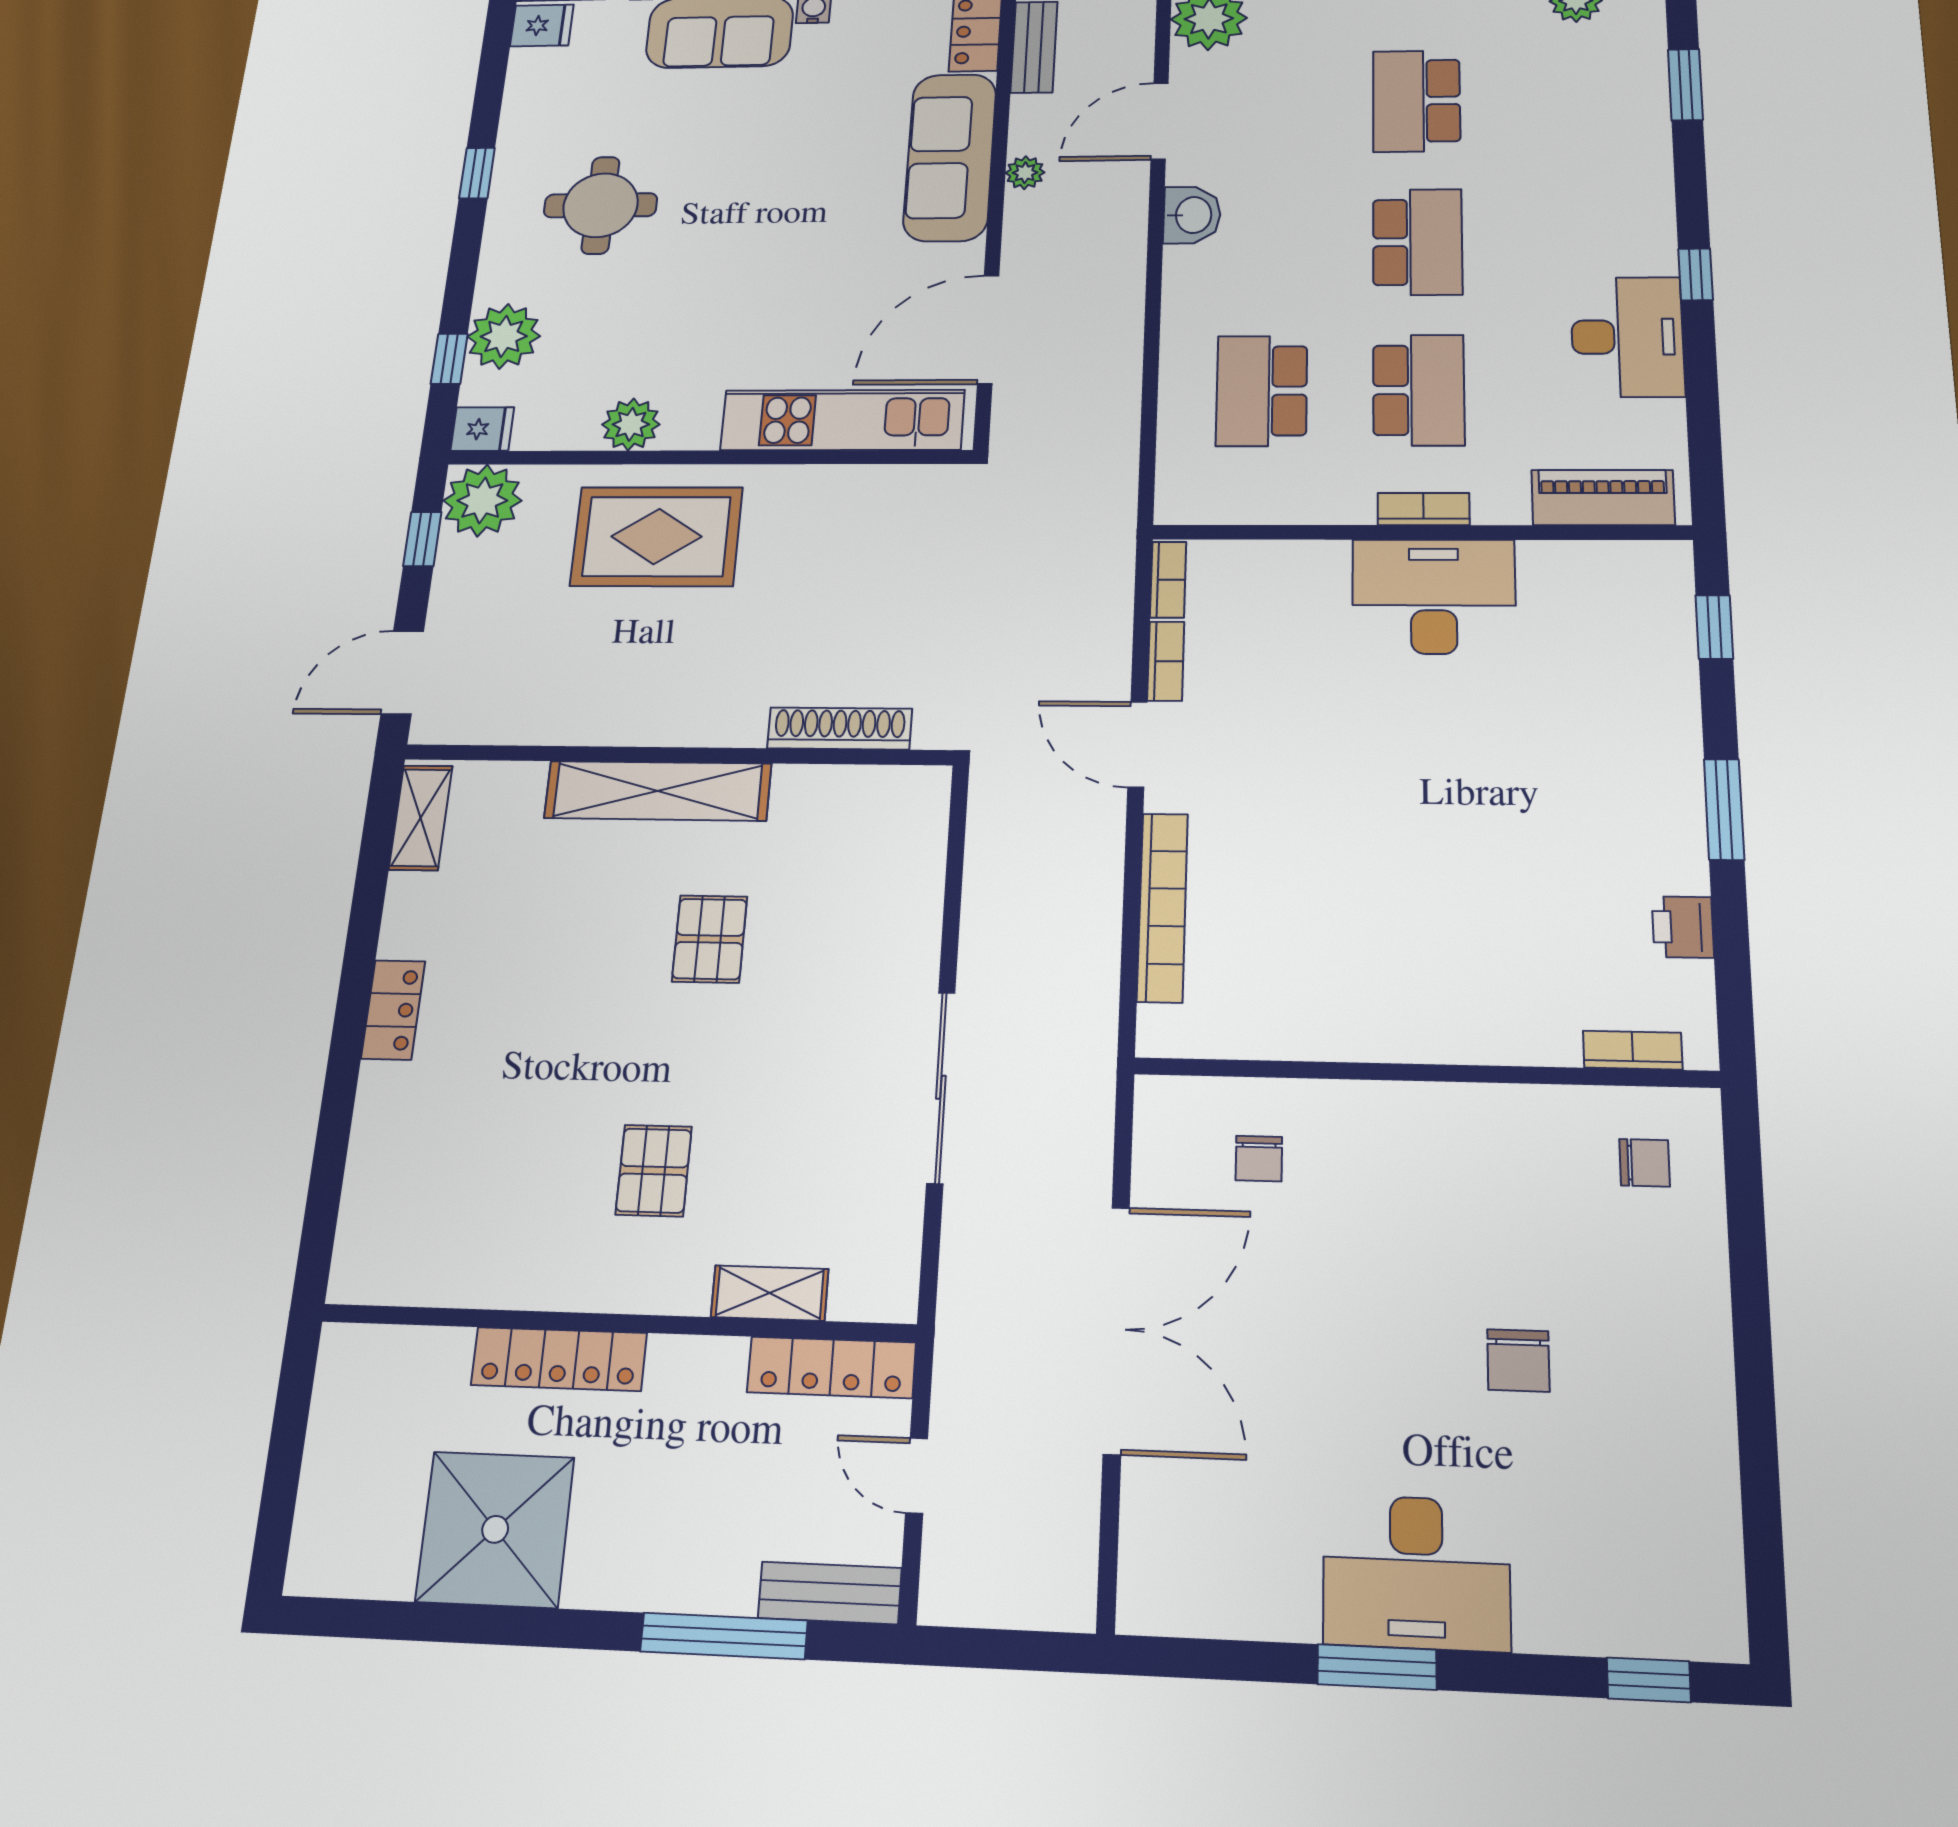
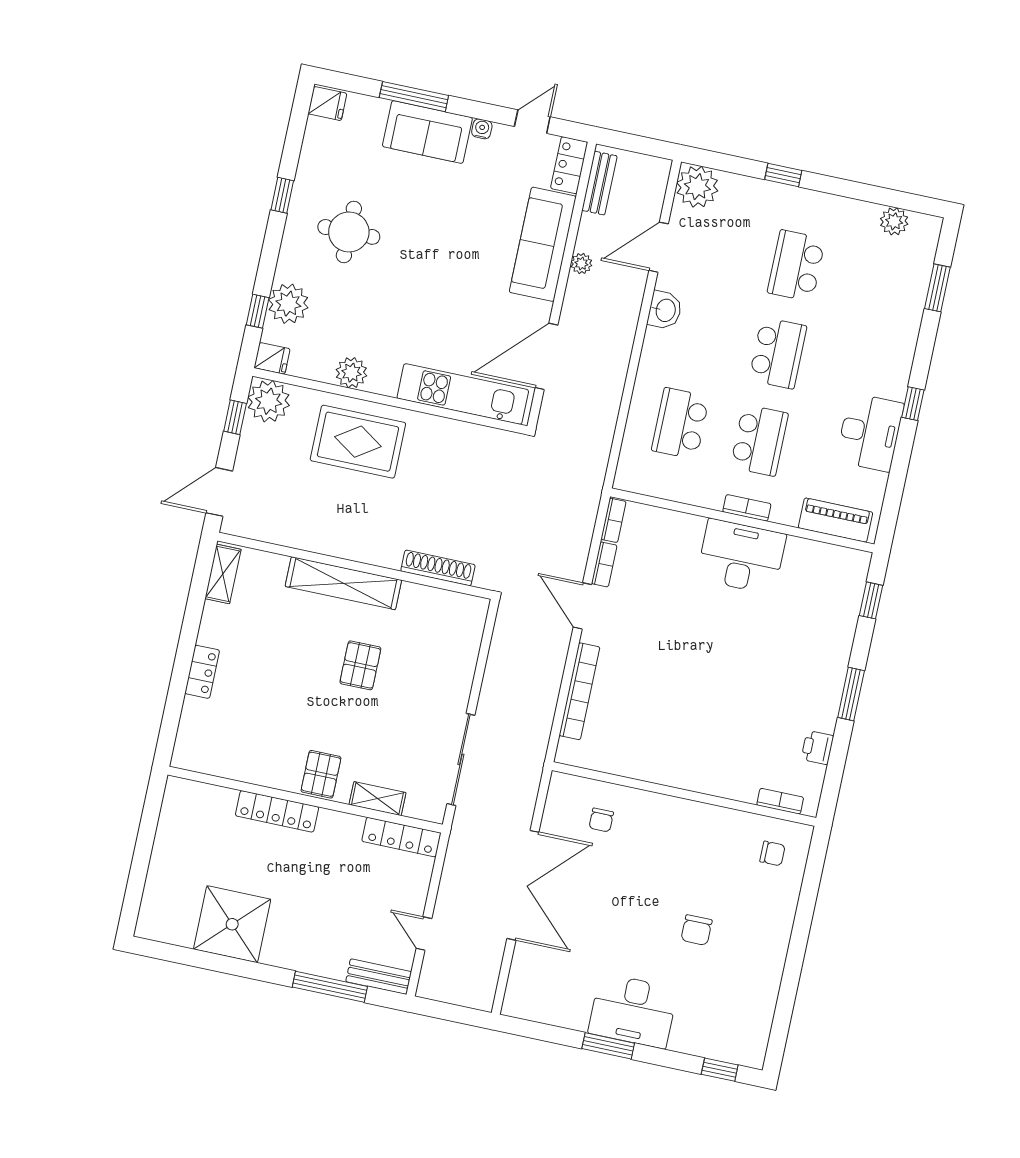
shelving: (770, 1293) -> (377, 799), moved
wall: (616, 1323) -> (305, 800), moved
locker: (559, 1359) -> (277, 811), moved
locker: (831, 1367) -> (401, 837), moved

